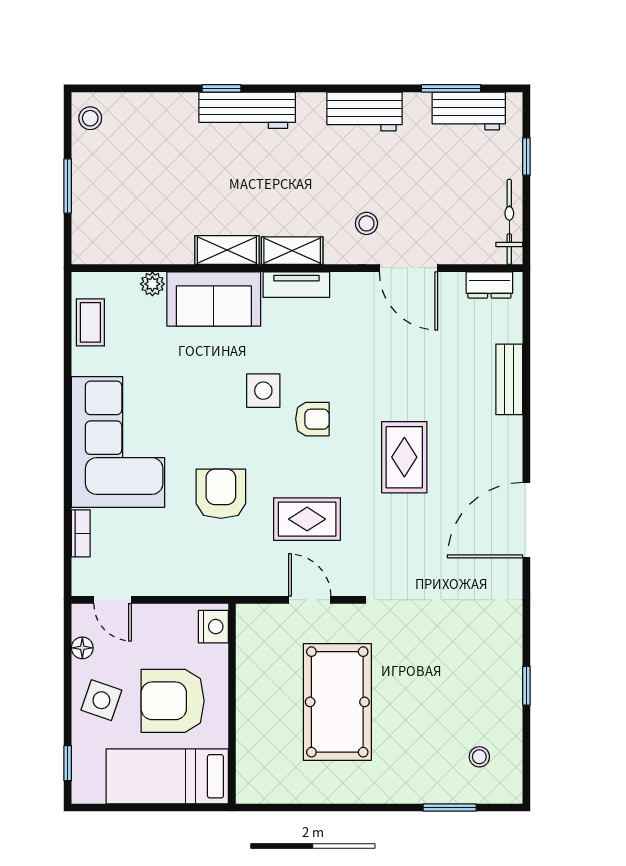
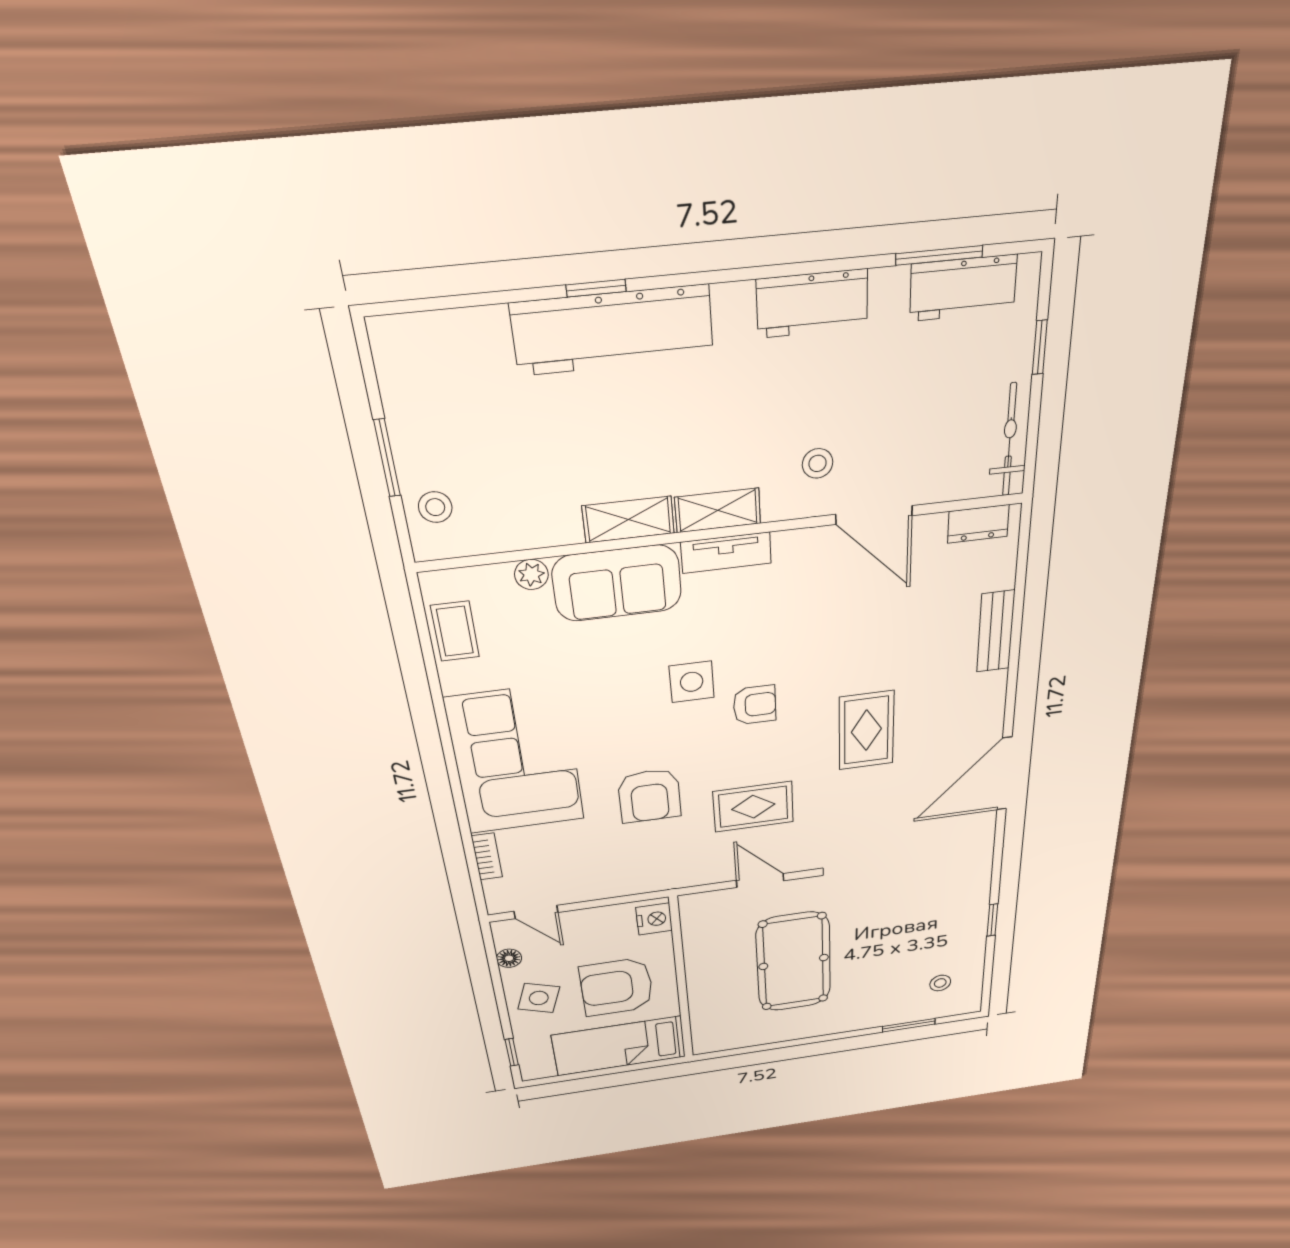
workbench: (247, 110) -> (613, 330), width x1.36, depth x1.32
stool: (90, 118) -> (435, 507), moved
armchair: (221, 494) -> (649, 796), turned 180

